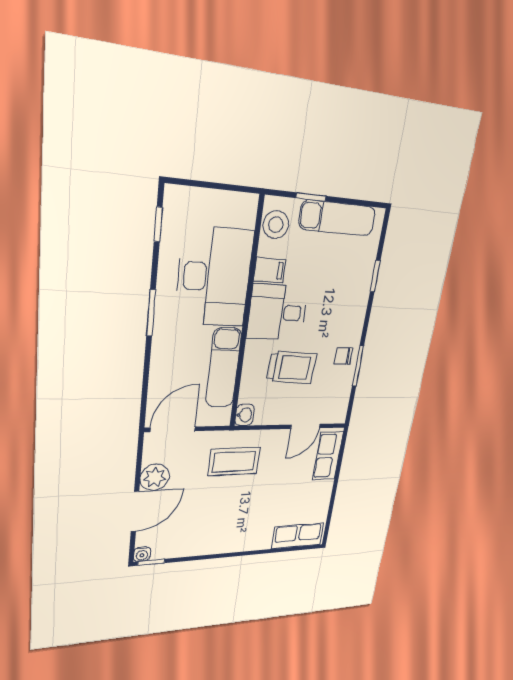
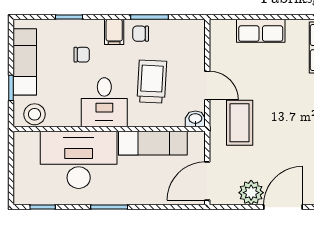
filing cabinet: (270, 270) -> (114, 32), moved, turned 180
chair: (333, 288) -> (82, 55), added
chair: (343, 356) -> (141, 34), turned 90
door: (305, 426) -> (207, 86), moved
door: (173, 429) -> (207, 181), hinge flipped
row of seats: (328, 456) -> (261, 31), moved
door: (135, 511) -> (283, 207), hinge flipped

